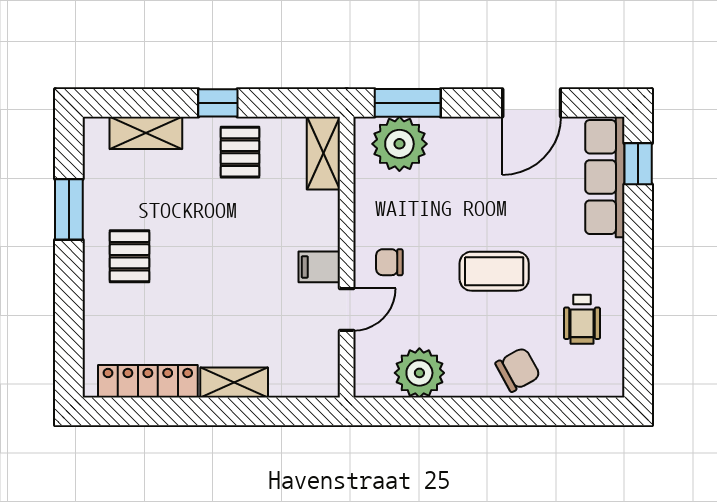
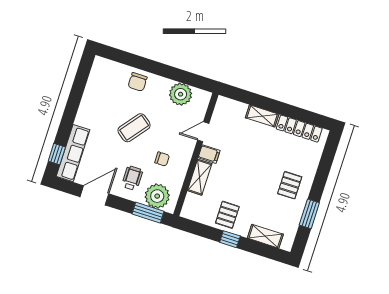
shelving: (323, 153) -> (200, 177), moved
chair: (389, 262) -> (162, 159), moved
coffee table: (494, 271) -> (134, 128), turned -52
wheelchair: (582, 319) -> (132, 178), moved
chair: (518, 370) -> (138, 82), turned -61

